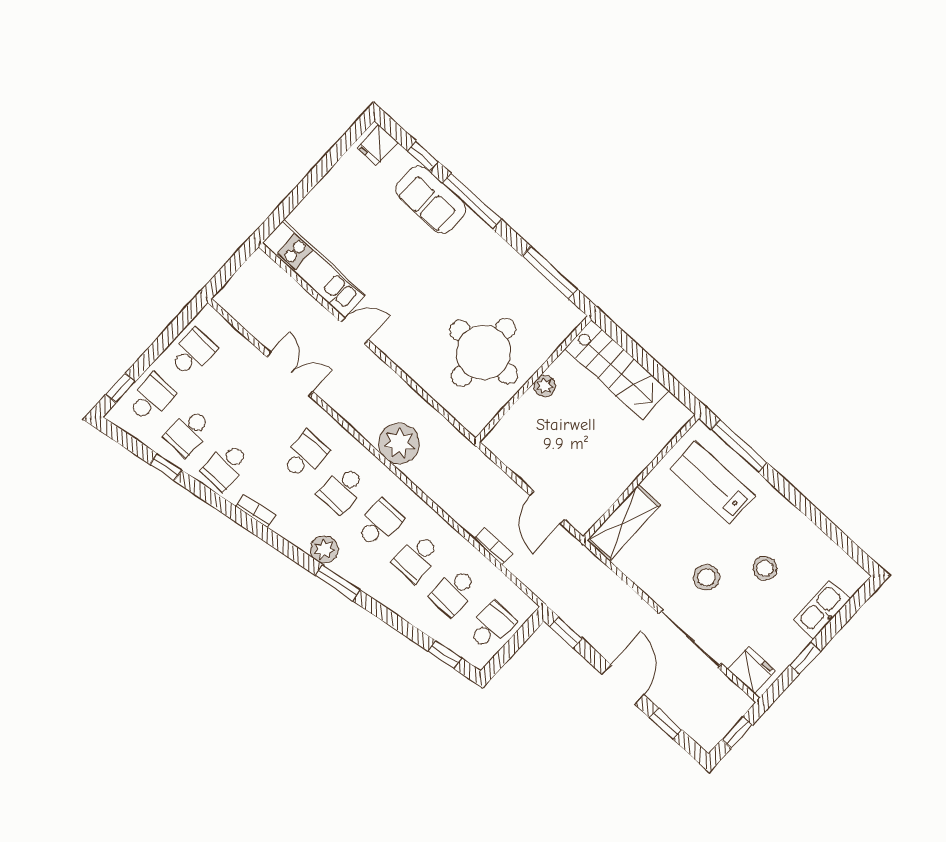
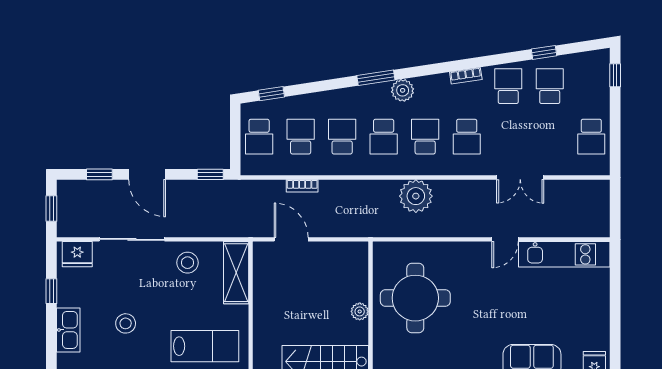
school desk: (151, 398) -> (591, 86), removed
stool: (706, 577) -> (187, 263), moved

